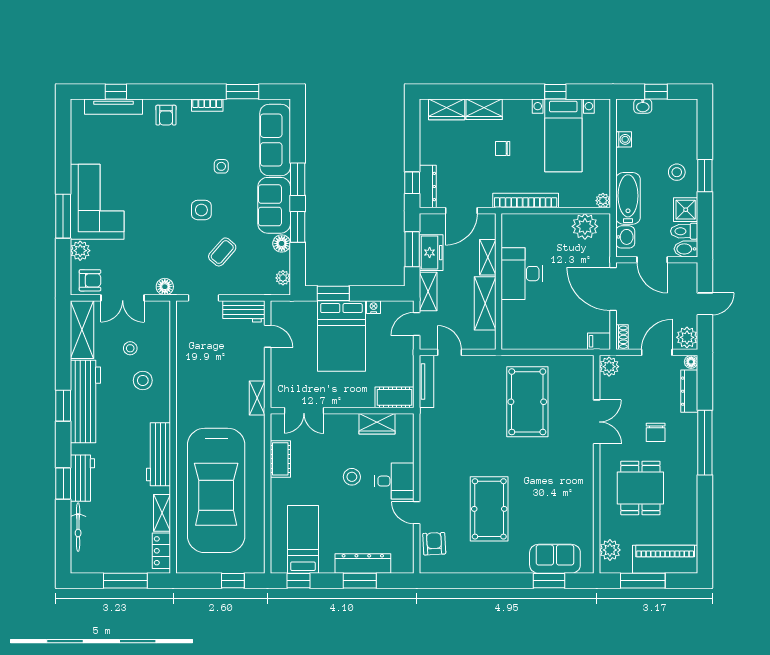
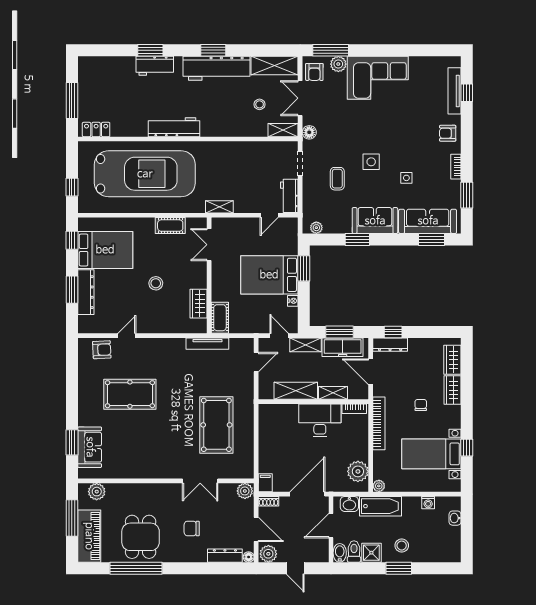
window: (656, 92) -> (467, 529), removed
window: (298, 179) -> (432, 239), moved
window: (63, 216) -> (331, 50), moved
bookcase: (507, 231) -> (354, 409), added
floor lamp: (282, 243) -> (344, 227), removed
coffee table: (222, 252) -> (337, 179), turned 49
freezer: (431, 253) -> (343, 347), width x1.40
stool: (143, 380) -> (234, 115), removed
tv unit: (427, 381) -> (207, 344), moved
pool table: (527, 402) -> (216, 425), turned 90
window: (705, 443) -> (136, 568), moved
desk: (394, 481) -> (152, 318), removed
dining table: (640, 488) -> (141, 537), moved, turned 90
car: (216, 490) -> (145, 174), turned 180
shelving: (162, 513) -> (283, 130), moved
bicycle: (78, 527) -> (115, 62), removed
bed: (303, 539) -> (105, 250), width x1.50

